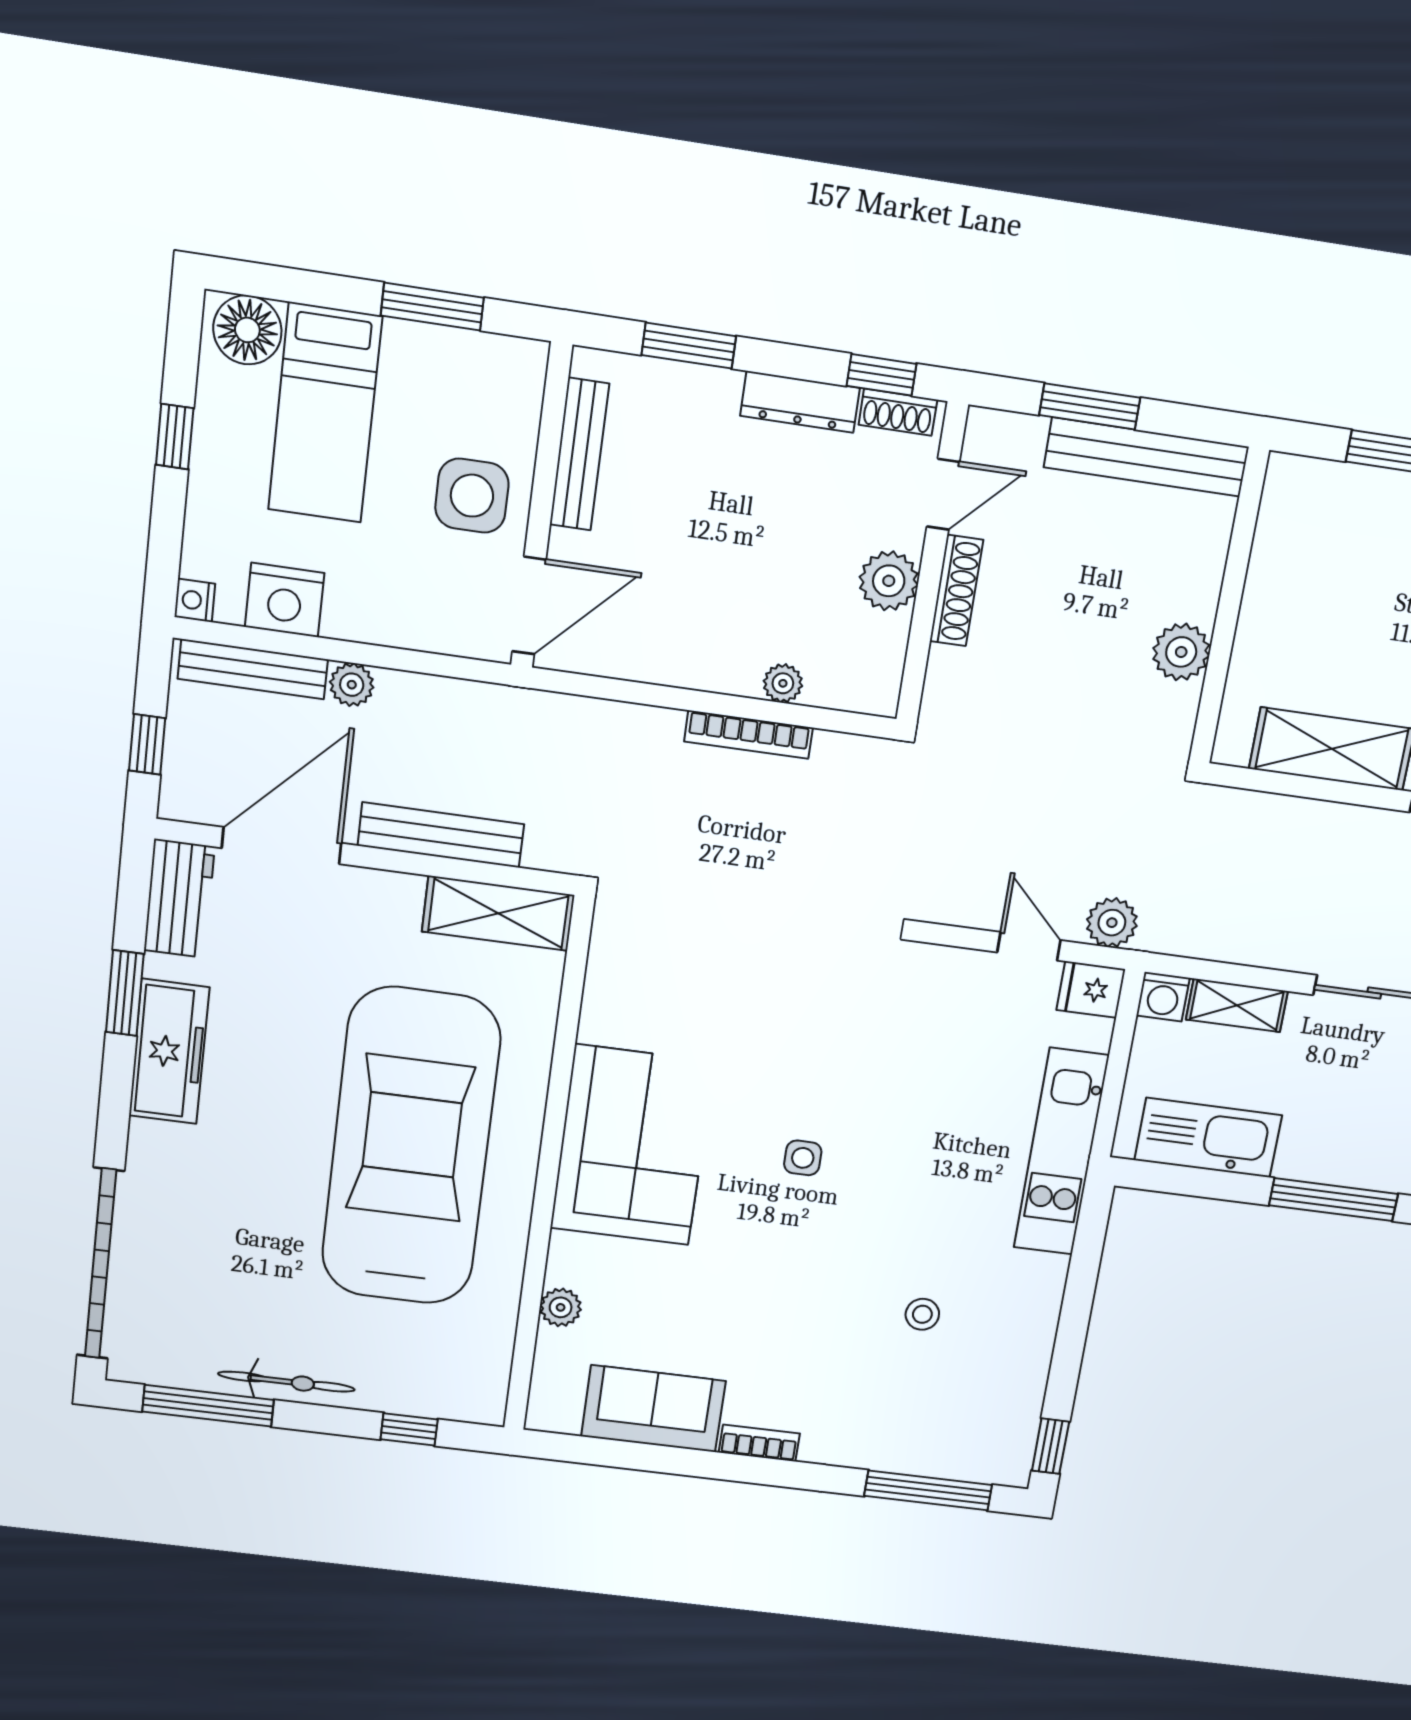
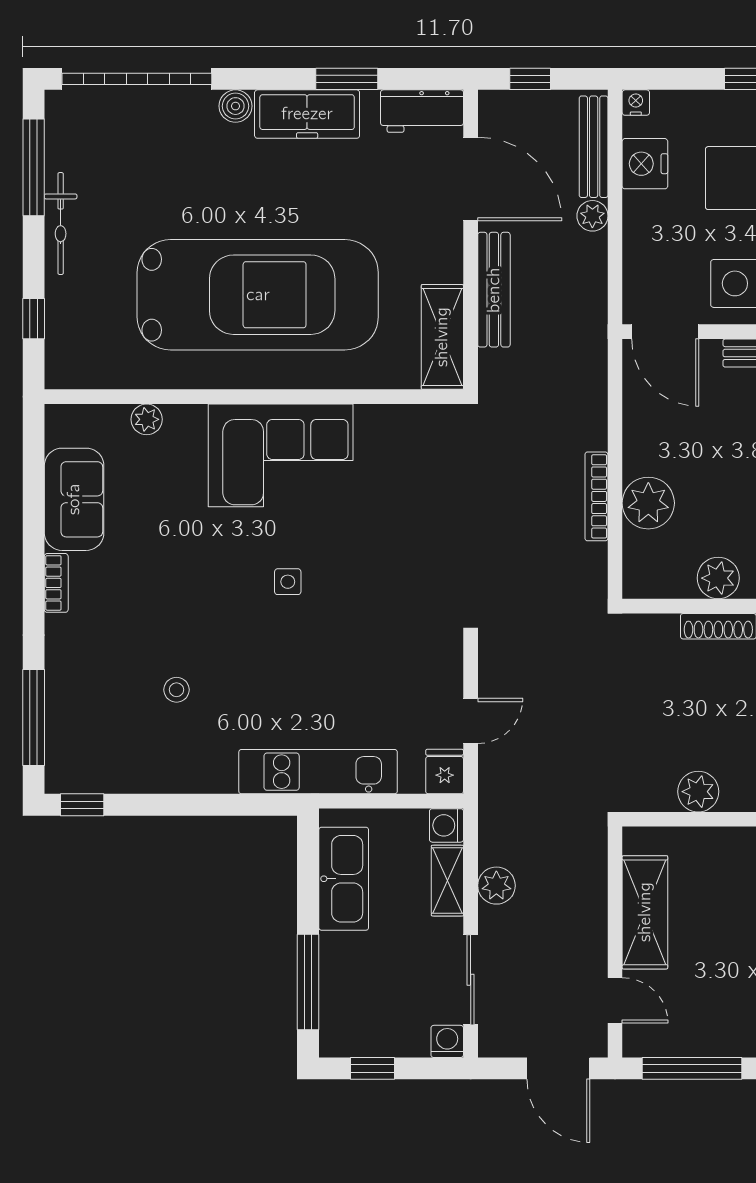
plant: (783, 683) -> (648, 503), width x1.88, depth x1.88
plant: (1112, 923) -> (496, 886), moved
boiler: (149, 1143) -> (236, 106), added

